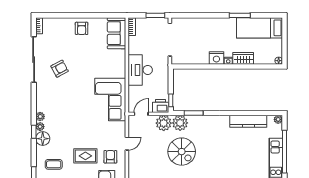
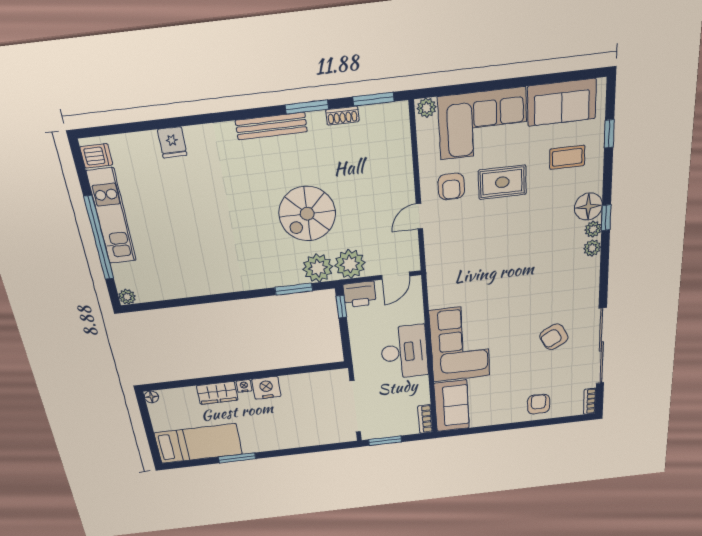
armchair: (82, 28) -> (539, 404), moved
corner sofa: (110, 99) -> (460, 344), moved
kitchen counter: (248, 121) -> (185, 287), removed
spiral stairs: (182, 152) -> (307, 214), turned -90

